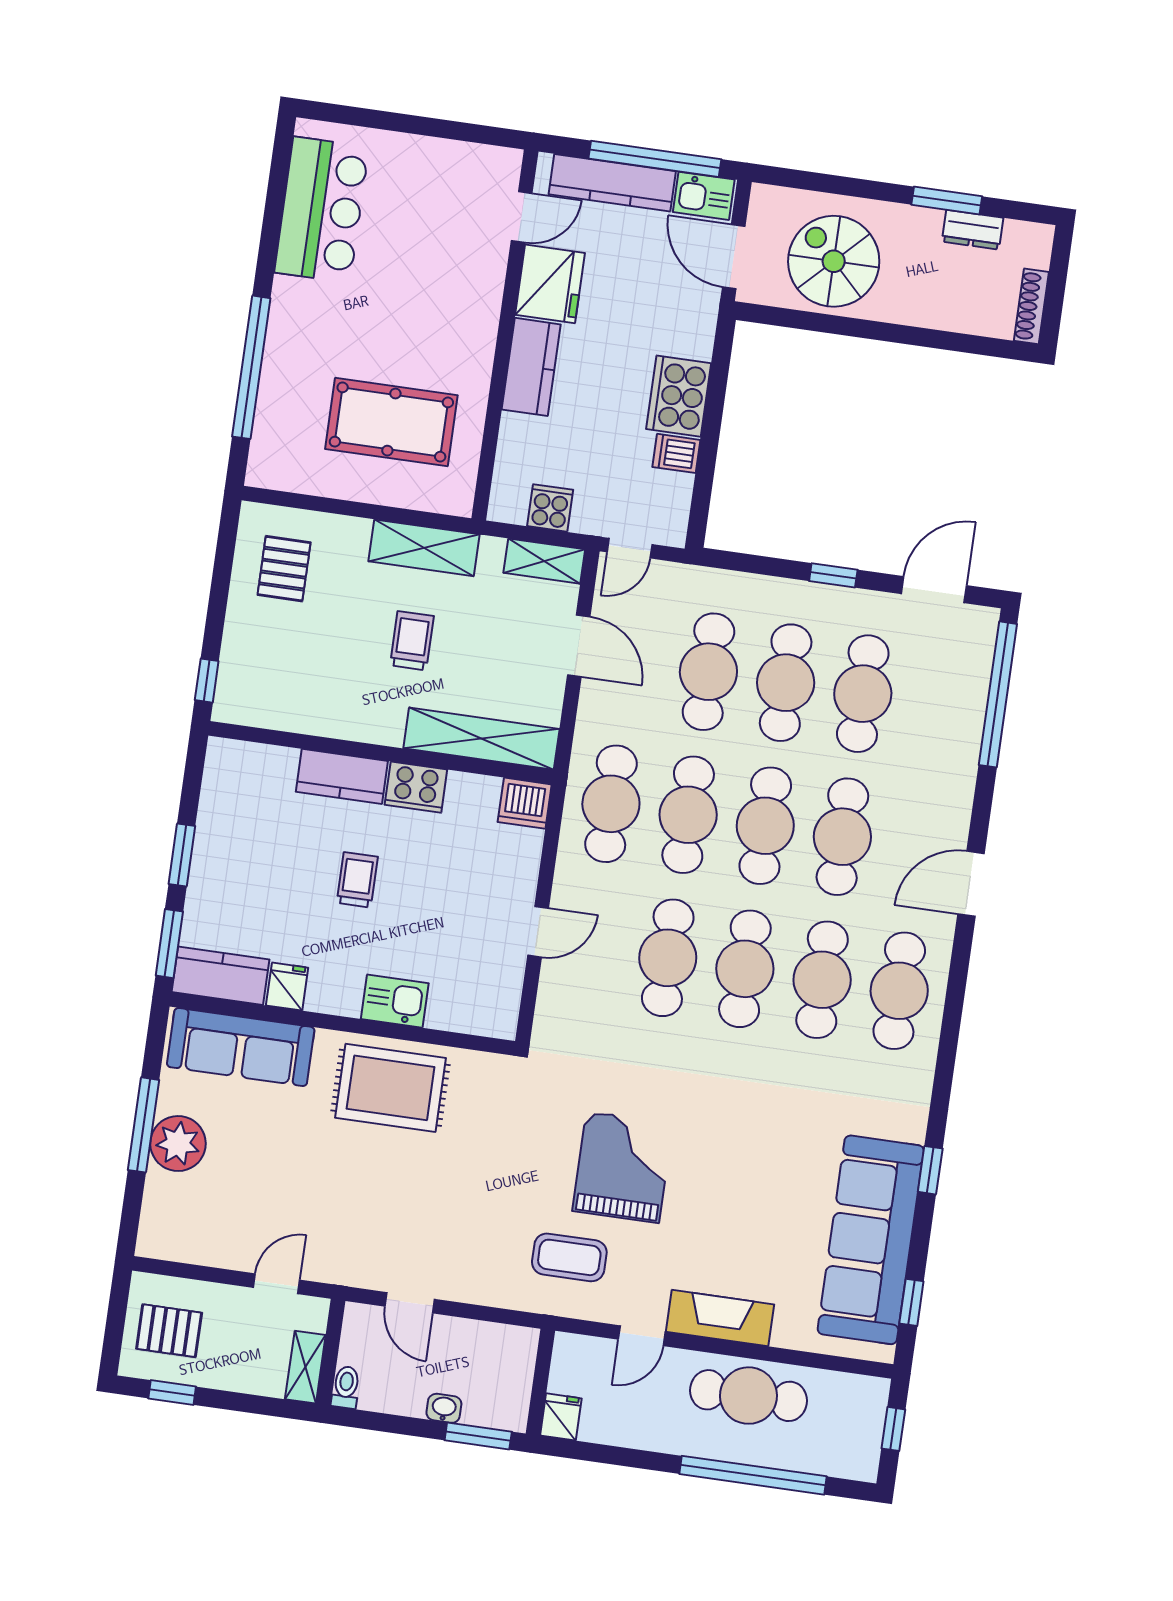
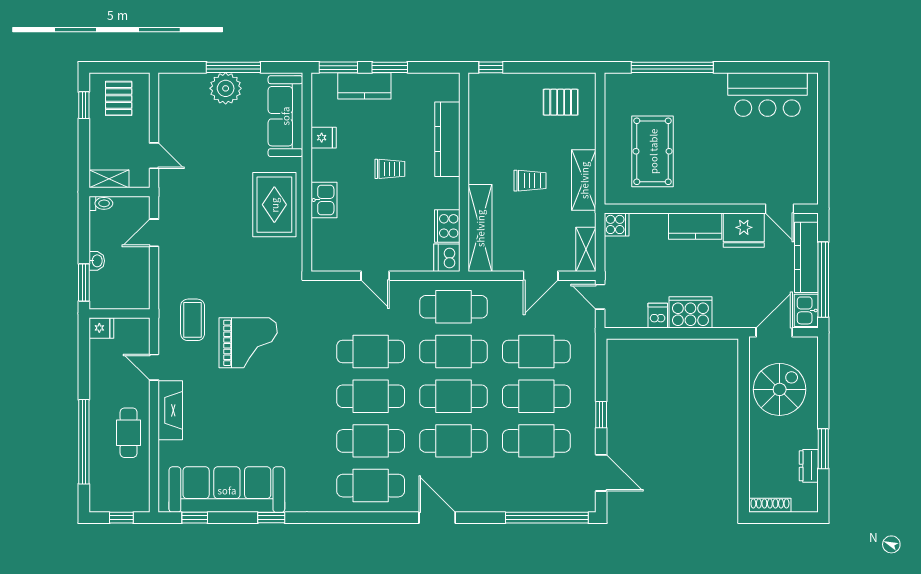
cooker: (550, 508) -> (617, 224), moved
kitchen counter: (342, 776) -> (447, 139), width x1.50
cooker: (416, 787) -> (447, 226), moved
kitchen counter: (221, 976) -> (364, 86), moved, turned 90
cafe table: (748, 1396) -> (129, 433), width x0.73, depth x0.74

